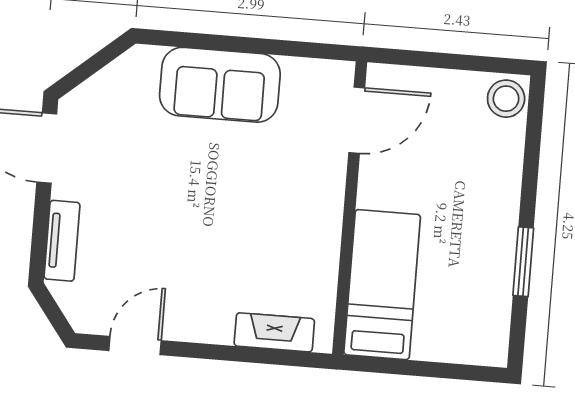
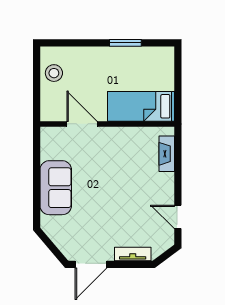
stool: (506, 99) -> (54, 73), moved
door: (357, 120) -> (82, 124), moved

